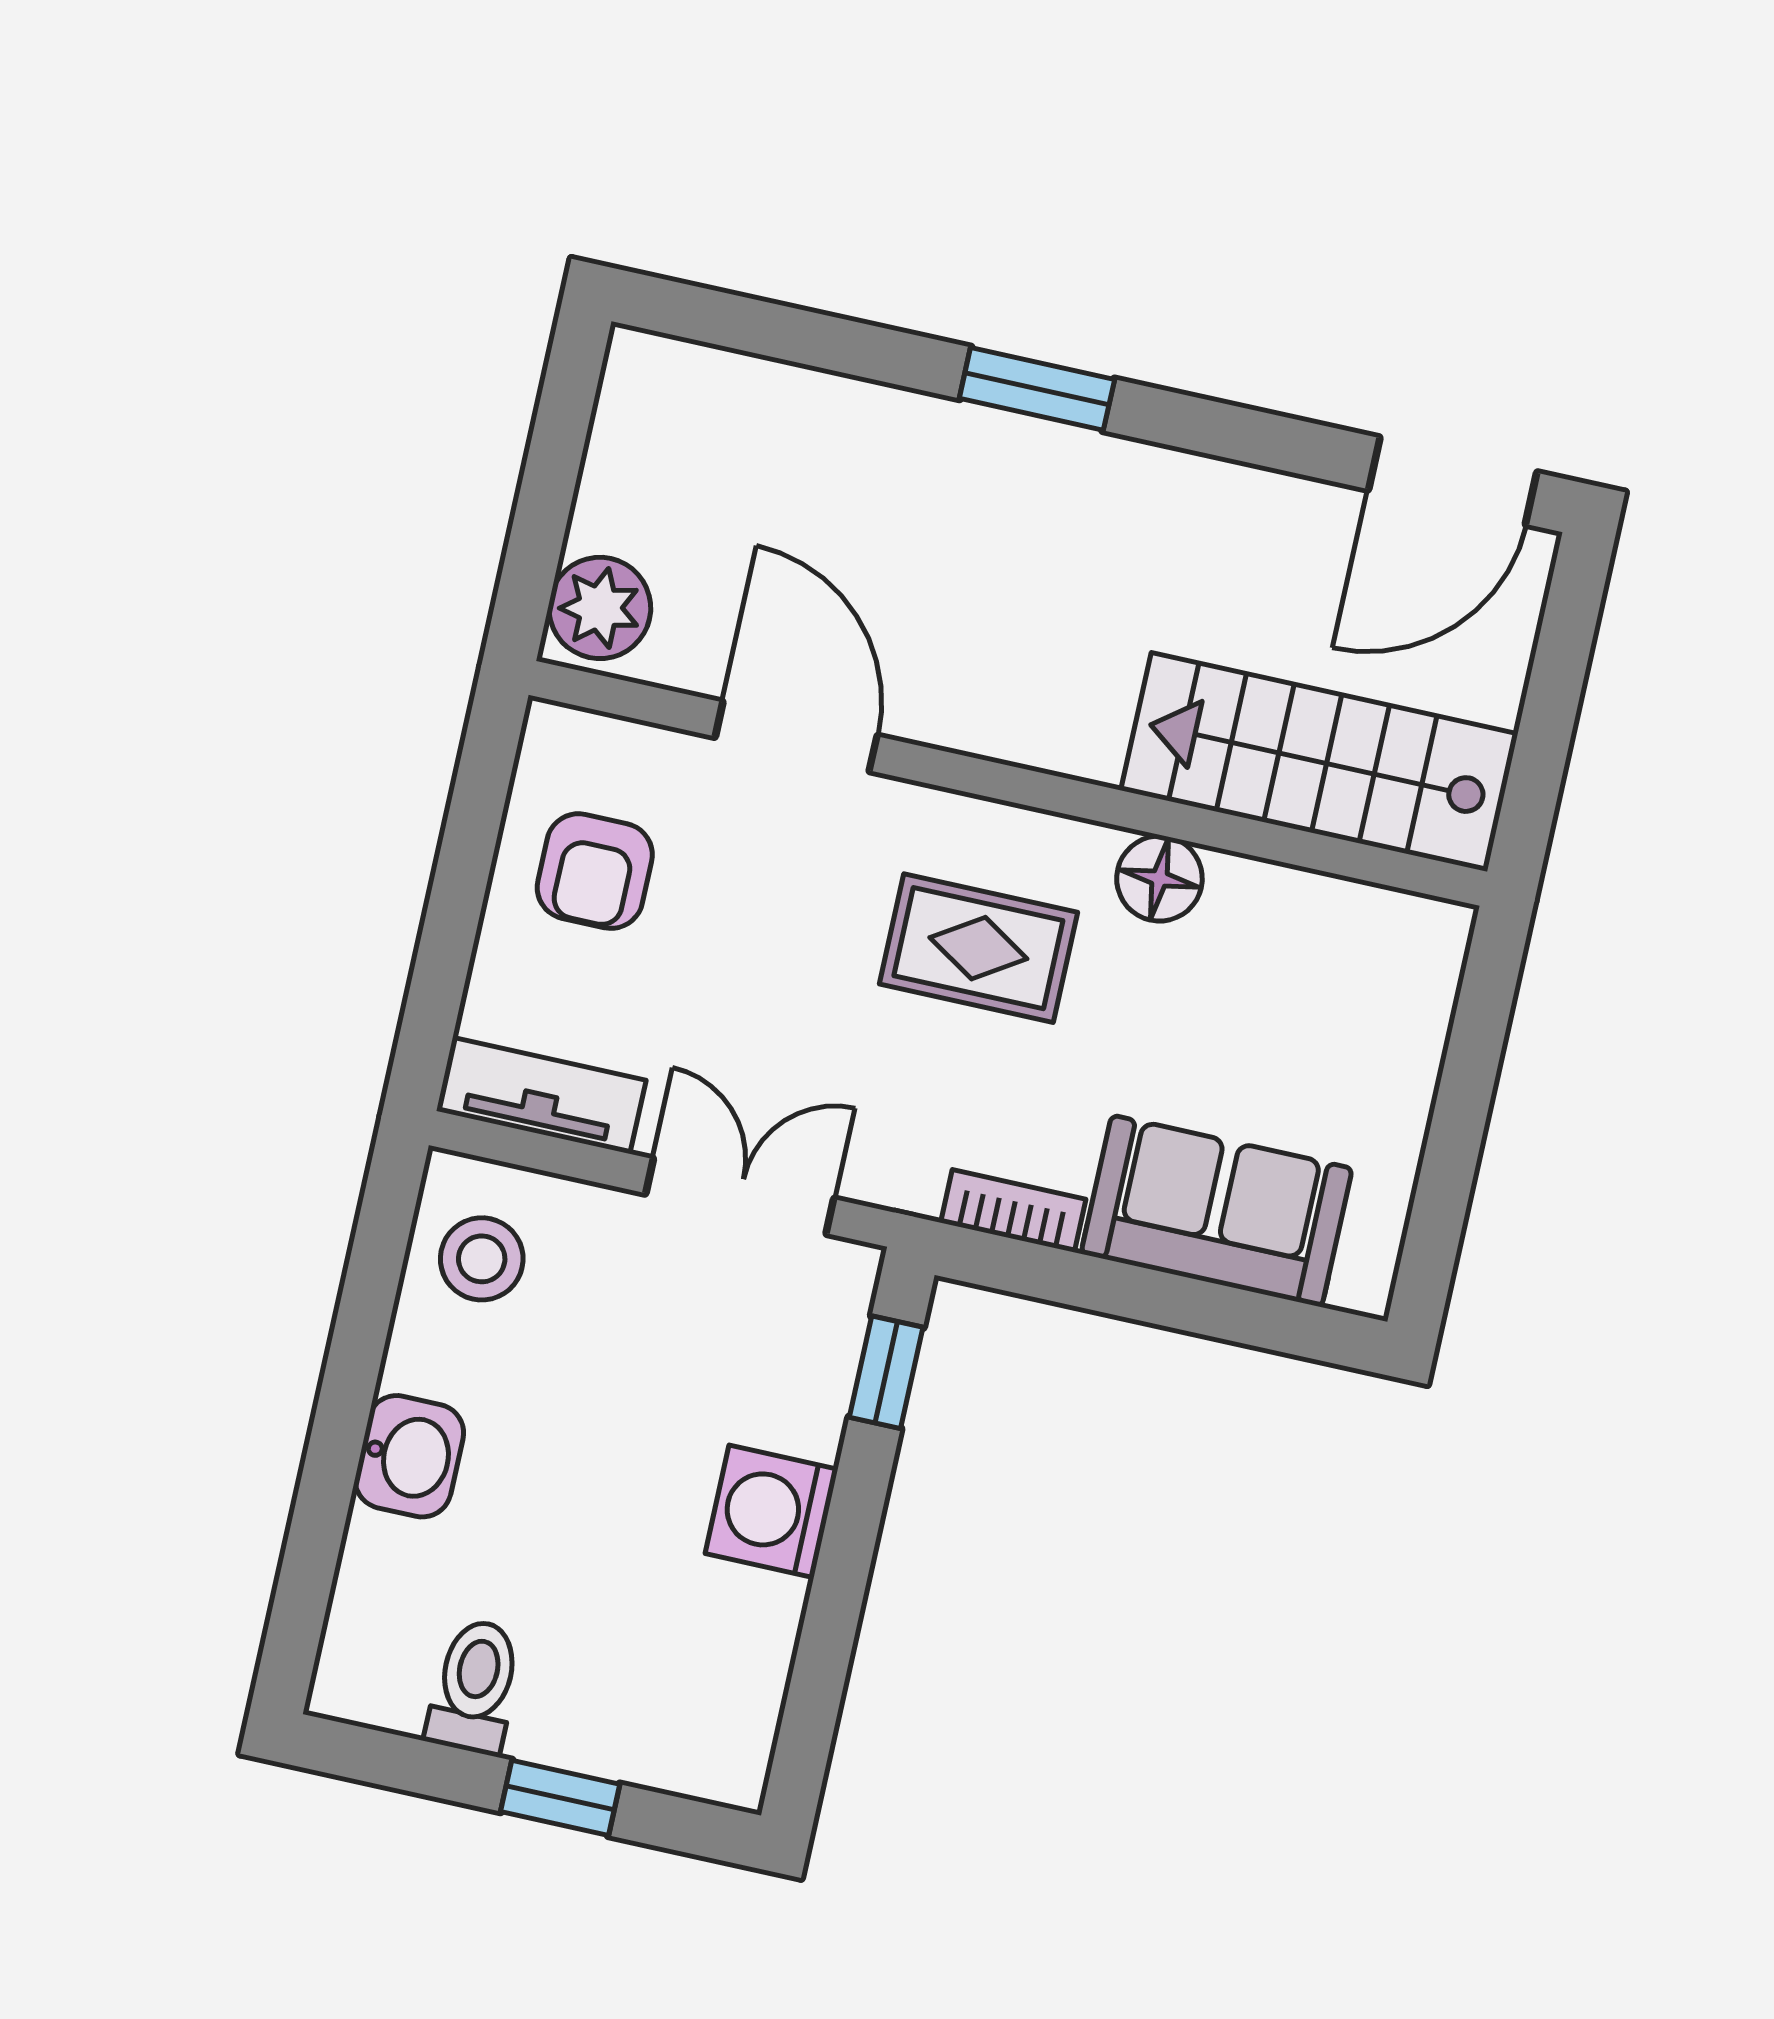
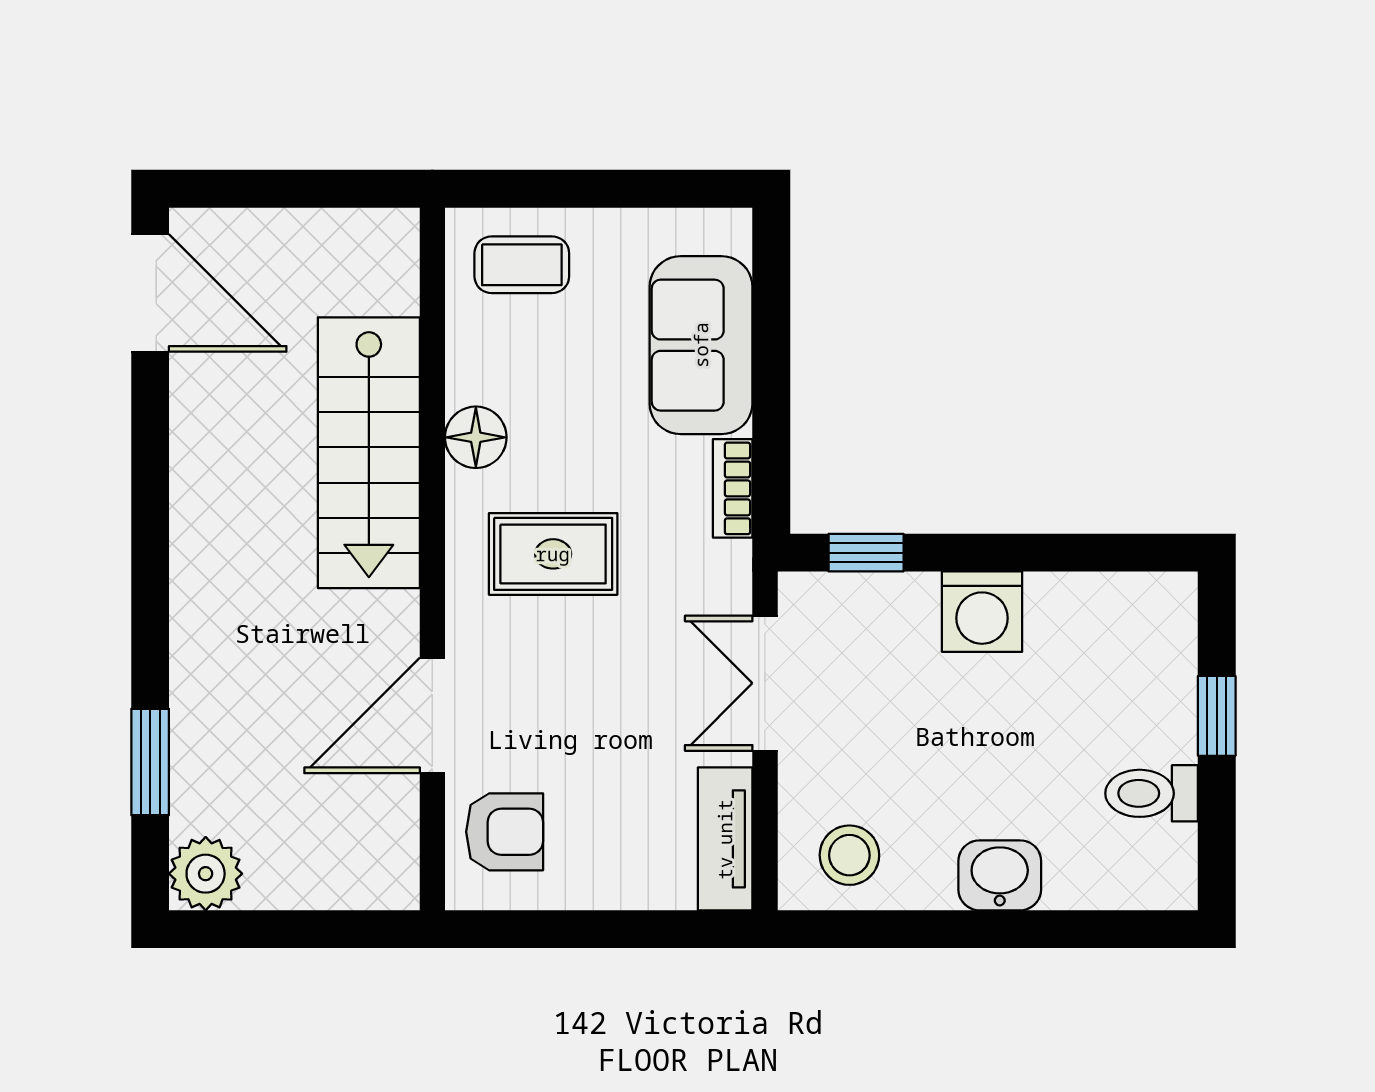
window: (1037, 389) -> (150, 762), moved
plant: (600, 608) -> (206, 874), moved
stairs: (1319, 762) -> (369, 453), moved
armchair: (595, 871) -> (505, 832), moved
rug: (978, 948) -> (553, 554), turned 90
coffee table: (1379, 993) -> (522, 265), added

